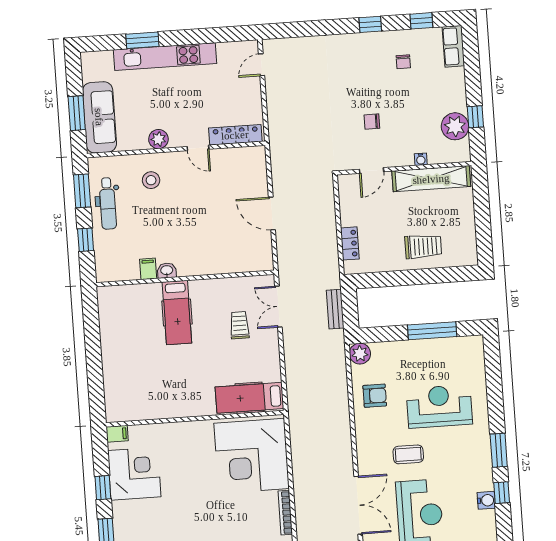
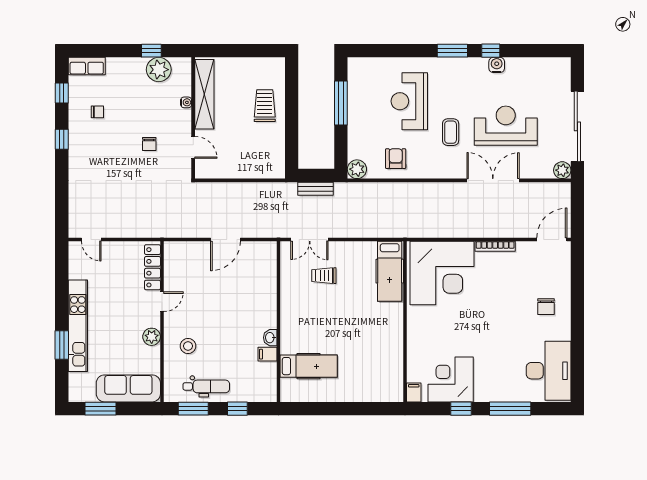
window: (77, 113) -> (100, 409), moved
locker: (350, 243) -> (257, 171), removed
hospital bed: (177, 313) -> (309, 366), moved

